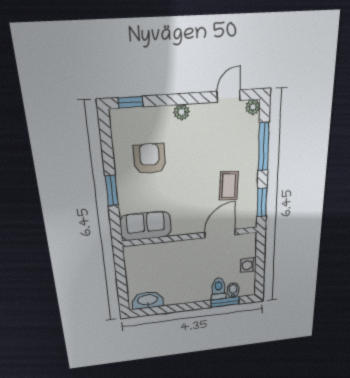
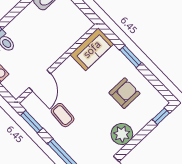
plant: (181, 112) -> (122, 134), width x1.88, depth x1.88
armchair: (149, 159) -> (124, 93), turned -90

